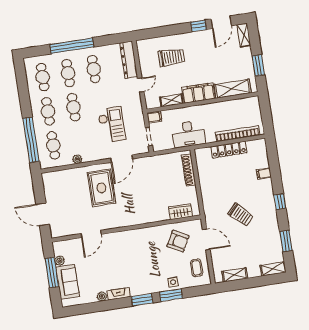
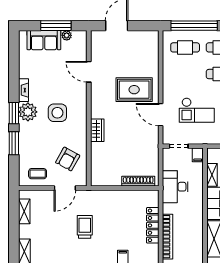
plant: (77, 159) -> (167, 70), removed
wardrobe: (181, 212) -> (97, 130), moved
trolley: (241, 215) -> (85, 227), turned 136
side table: (173, 282) -> (57, 113), moved, width x1.87, depth x1.87
plant: (102, 296) -> (28, 112), moved, width x1.87, depth x1.87

